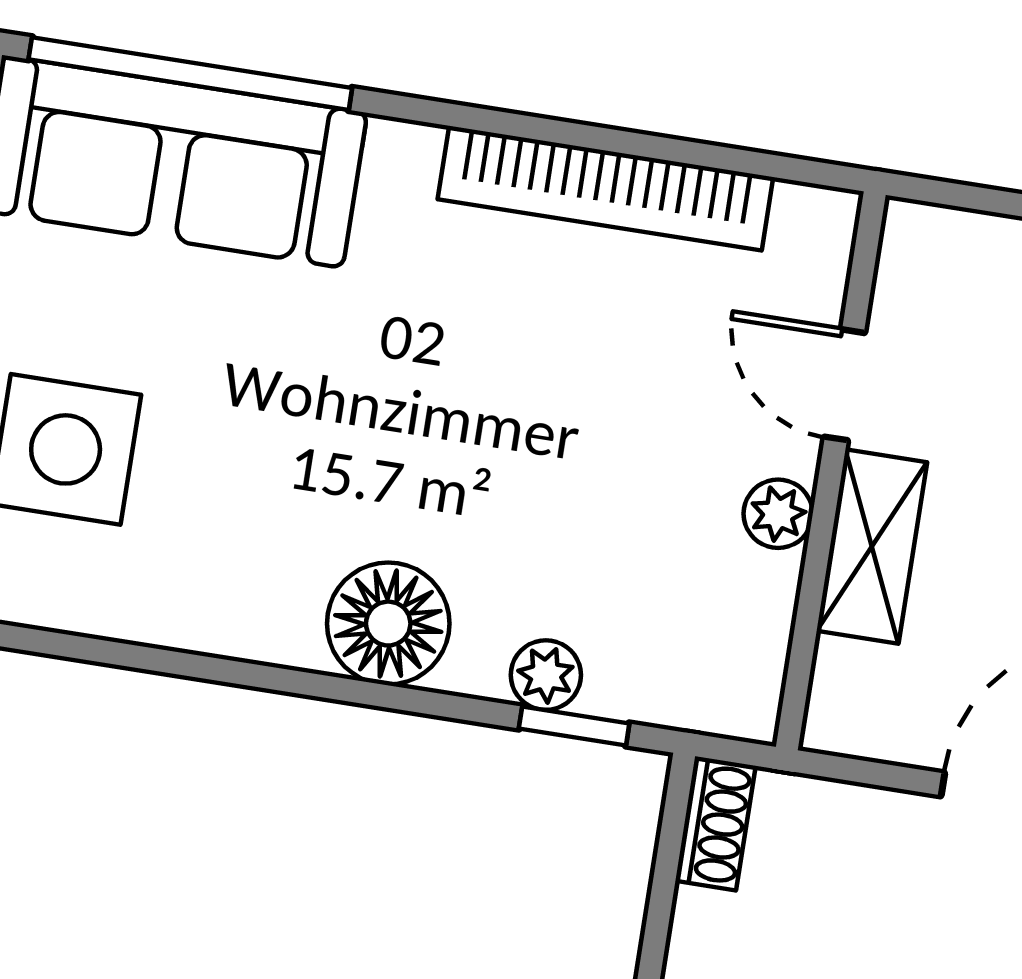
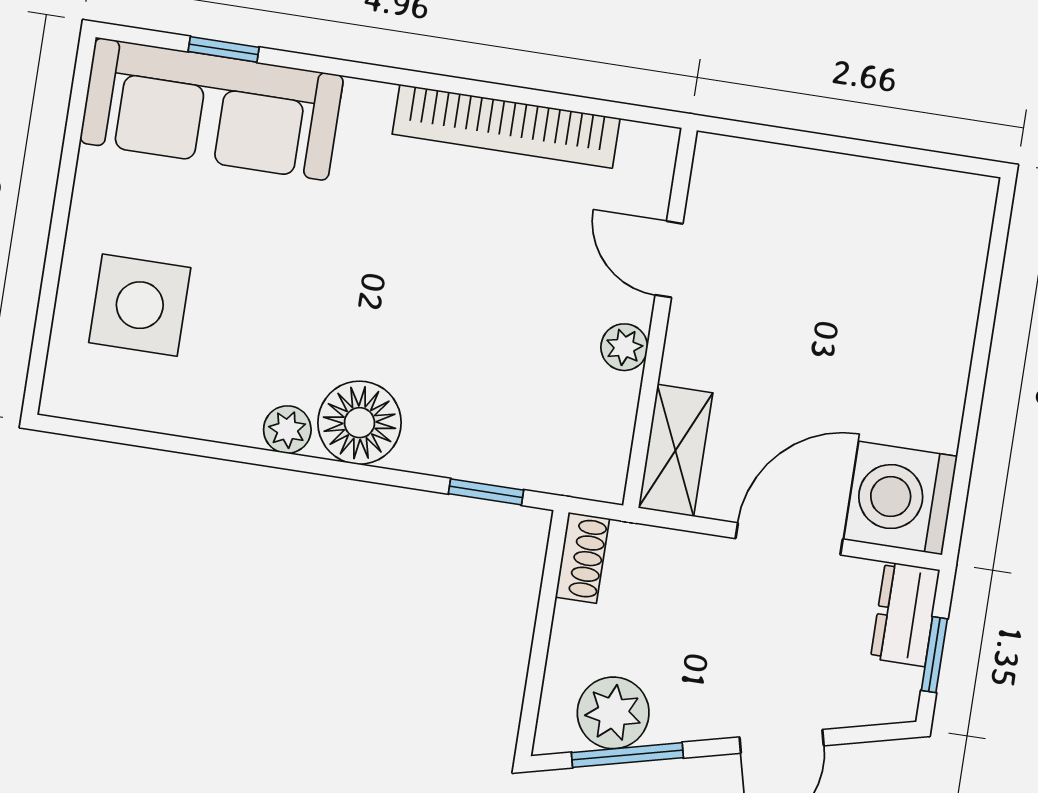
window: (190, 74) -> (224, 49), width x0.32
shelving: (872, 546) -> (675, 450), moved
plant: (546, 675) -> (287, 430), moved

